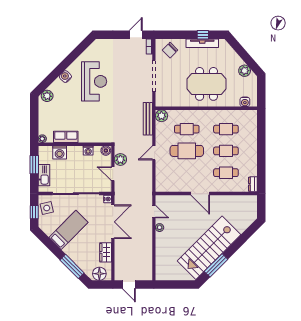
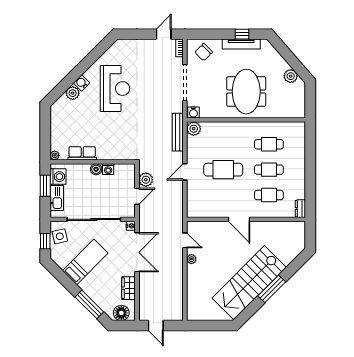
meeting table: (207, 84) -> (246, 92), turned 90
plant: (47, 96) -> (73, 93), moved
water cooler: (245, 102) -> (193, 112), moved
cafe table: (187, 129) -> (223, 144), removed
boiler: (106, 151) -> (96, 169), moved
washing machine: (60, 153) -> (58, 177), moved, turned -90
door: (113, 174) -> (137, 196), swing flipped
window: (216, 265) -> (272, 289), moved

